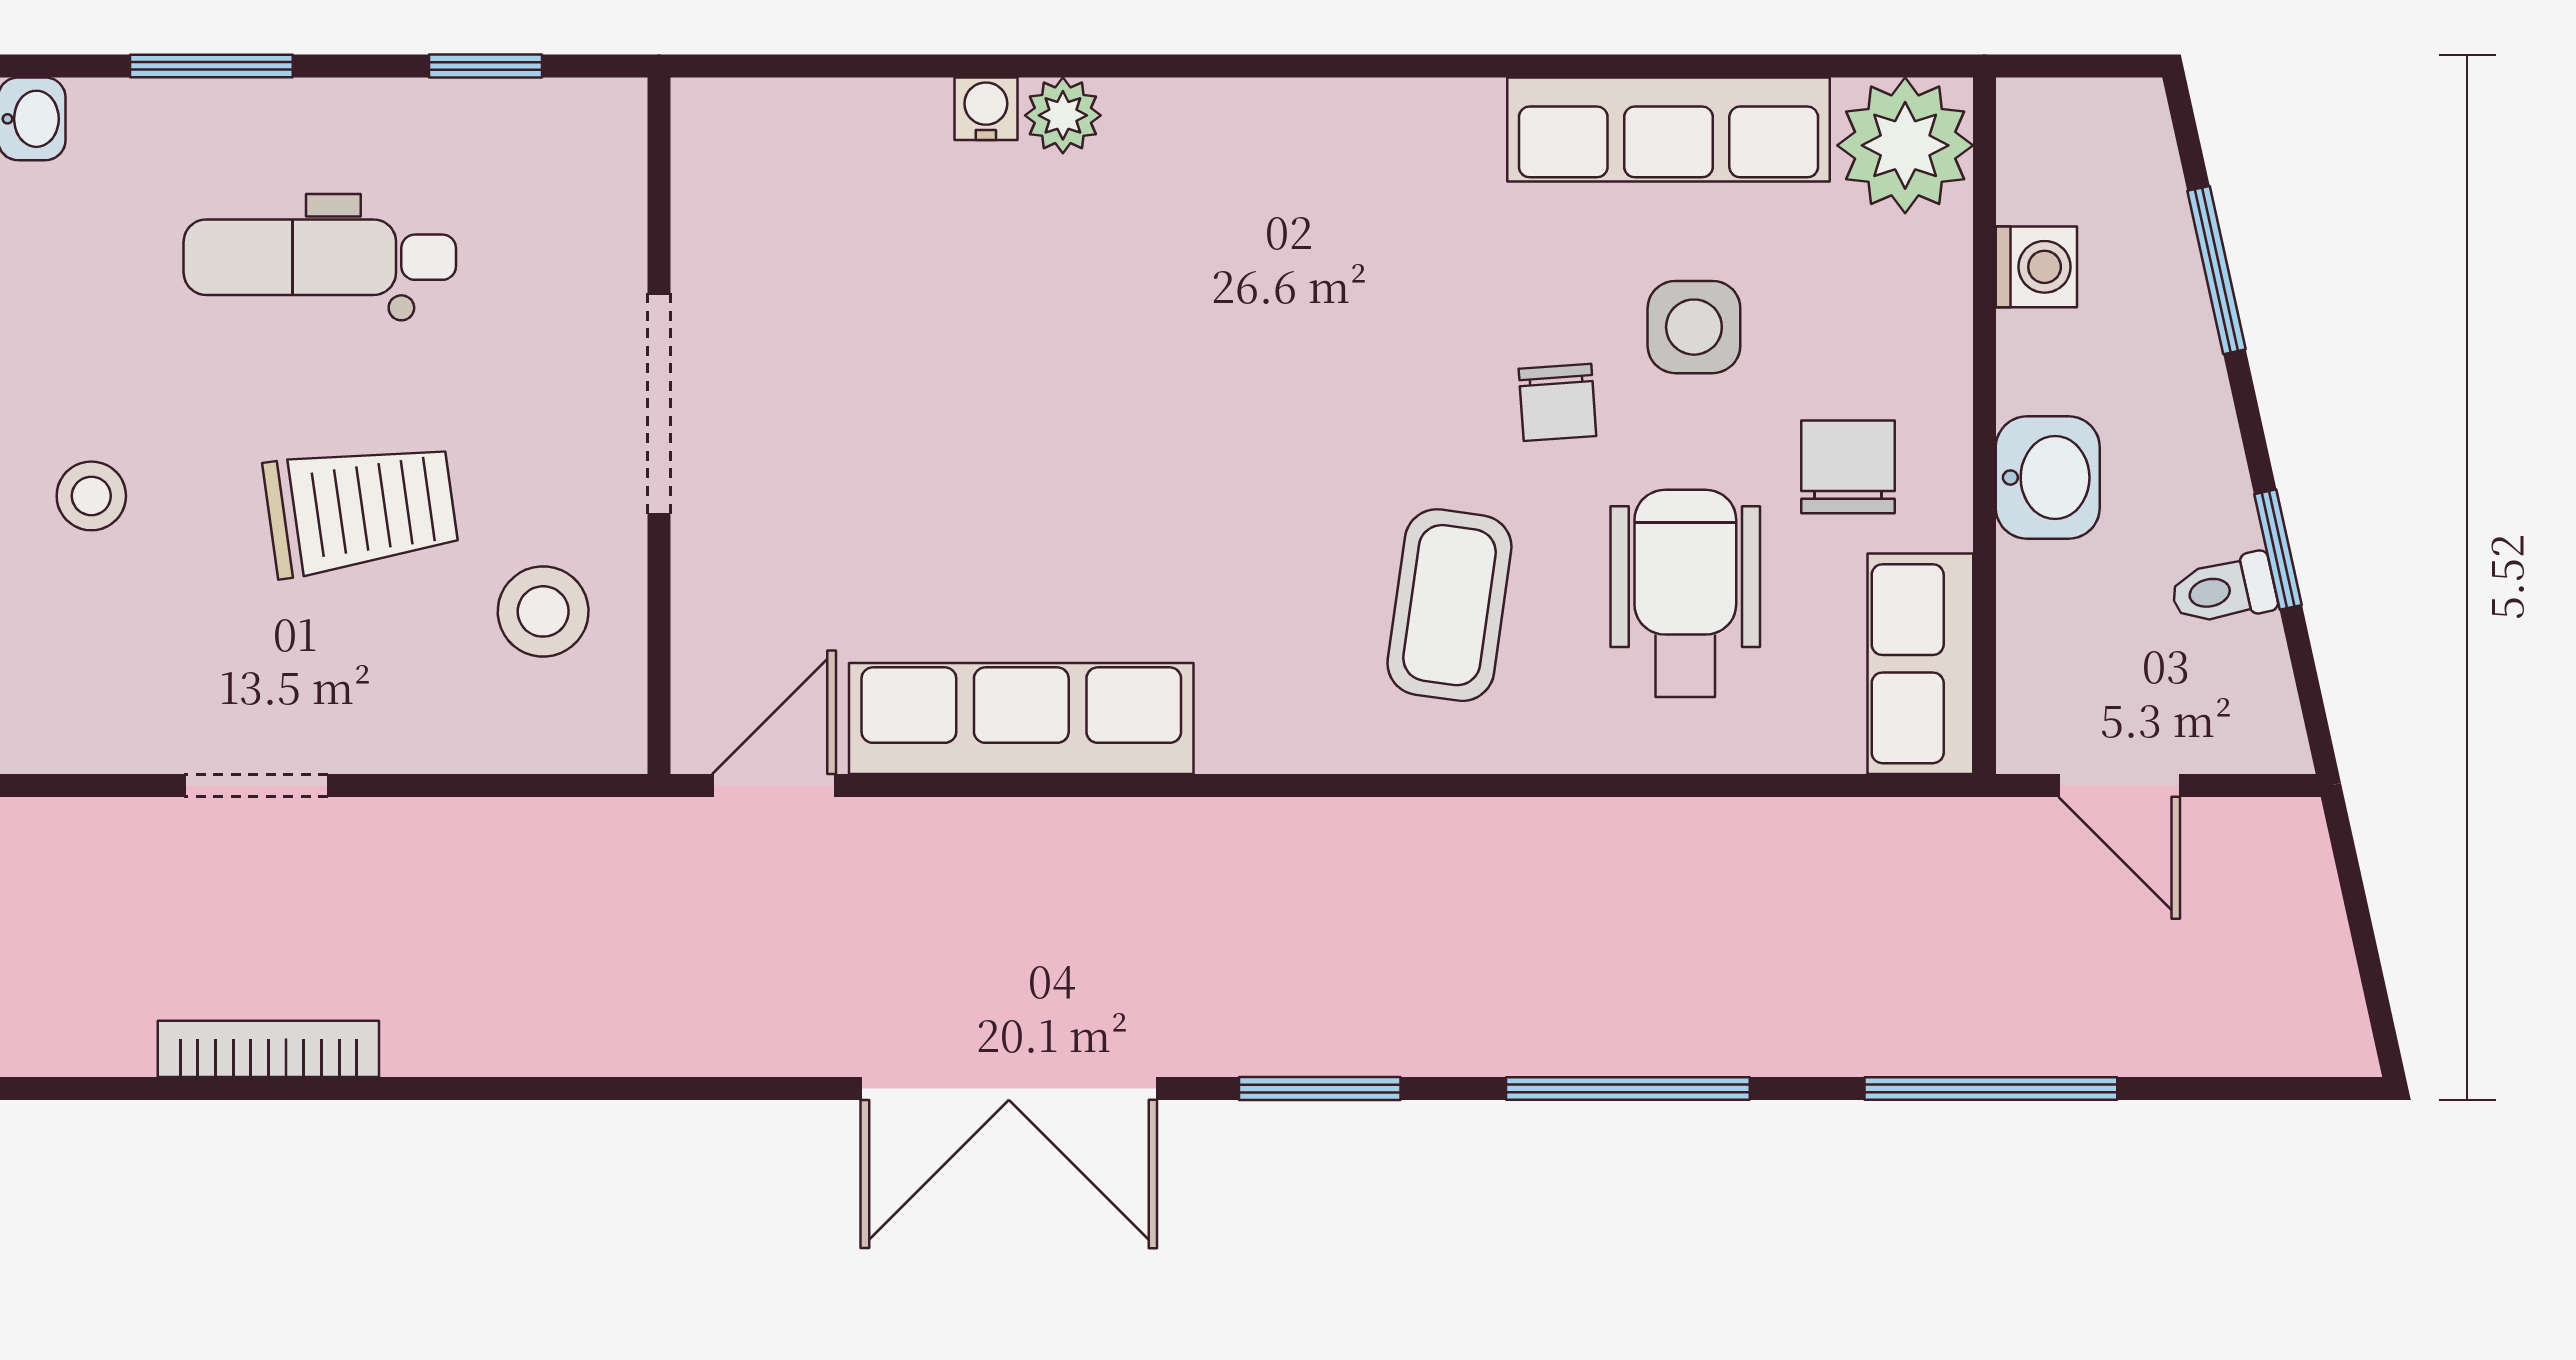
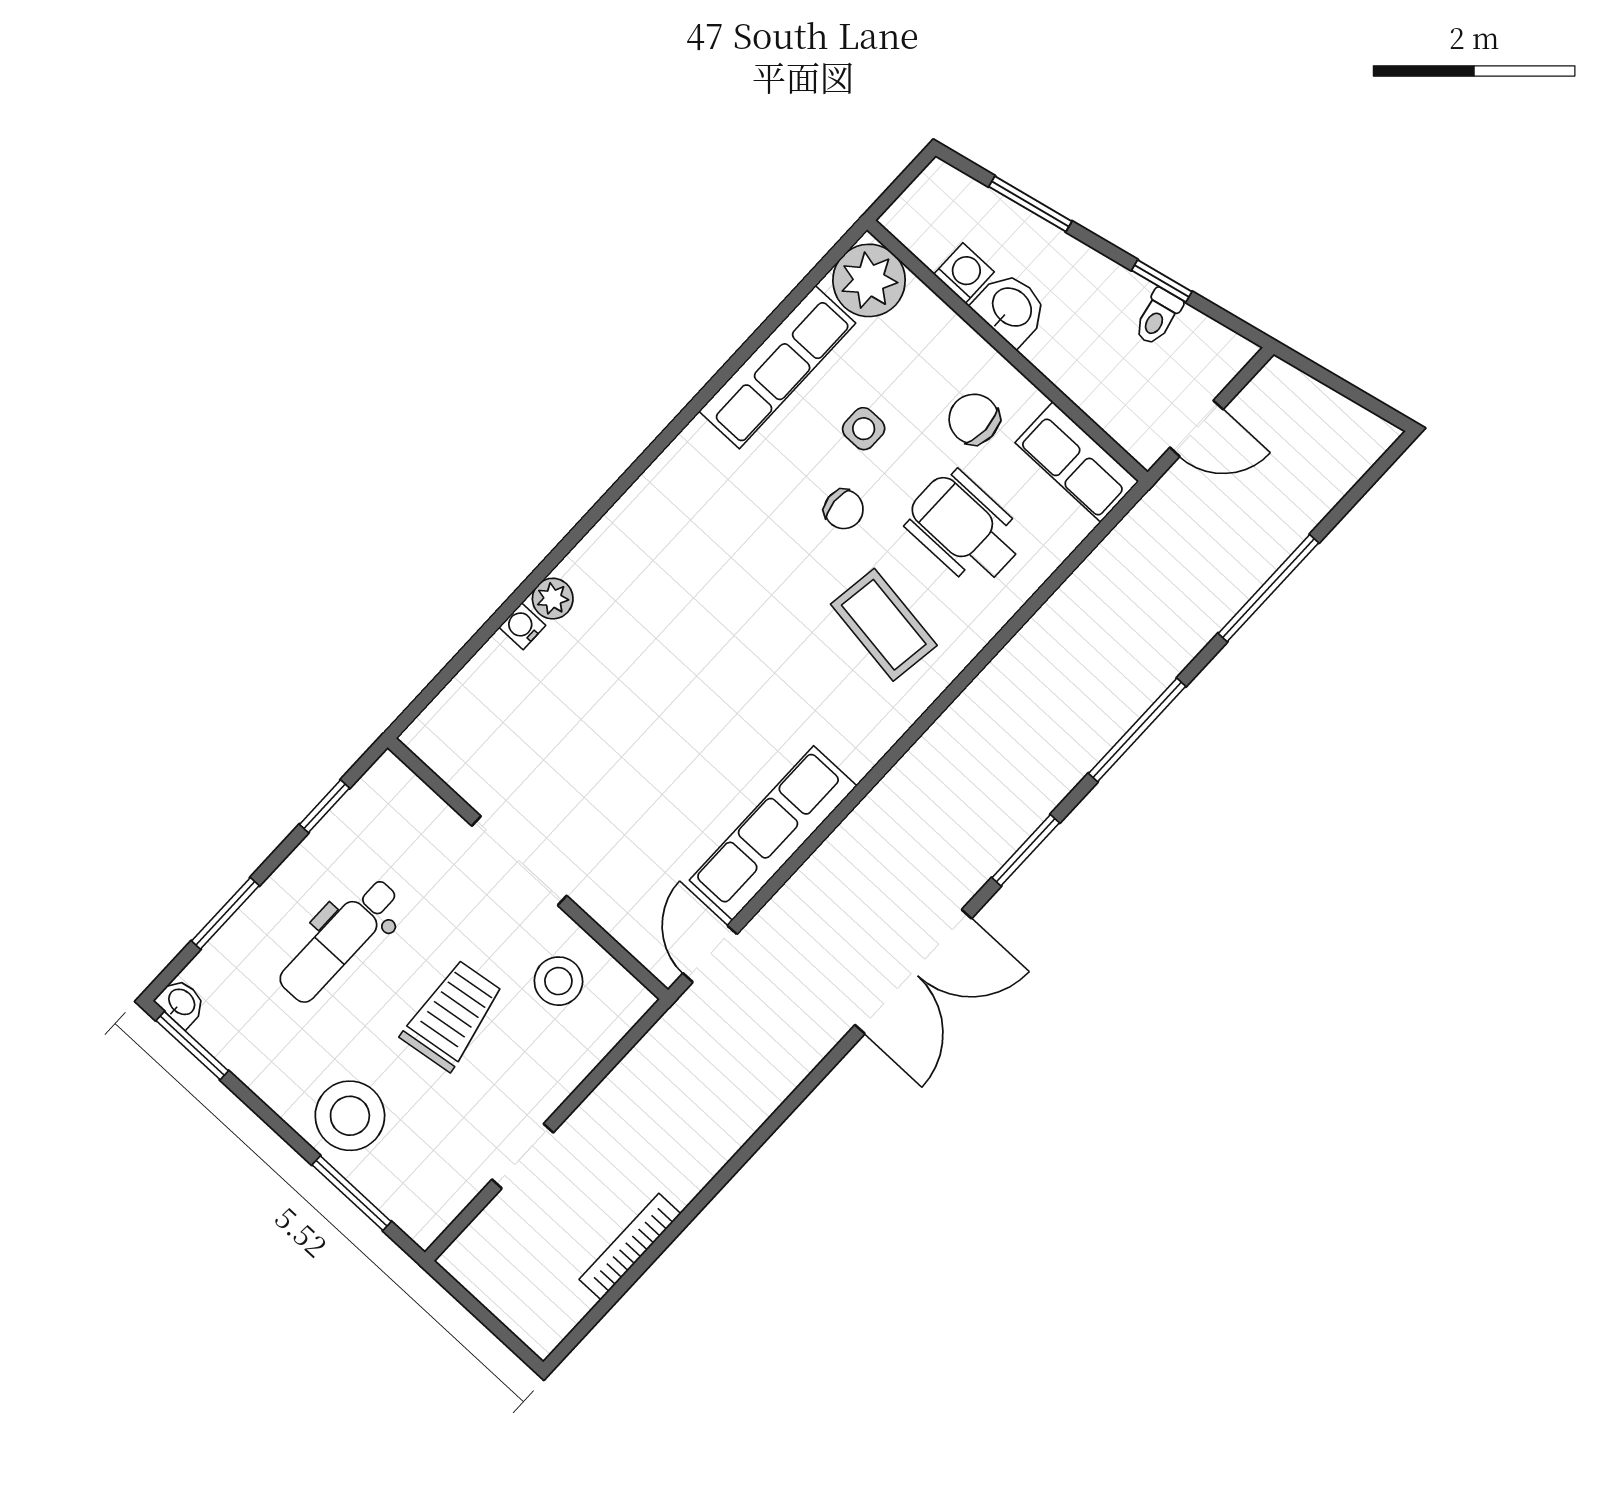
side table: (1694, 327) -> (864, 429), width x0.73, depth x0.73
washbasin: (2048, 478) -> (1011, 308), moved
stool: (91, 496) -> (350, 1116), width x1.89, depth x1.89

